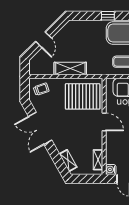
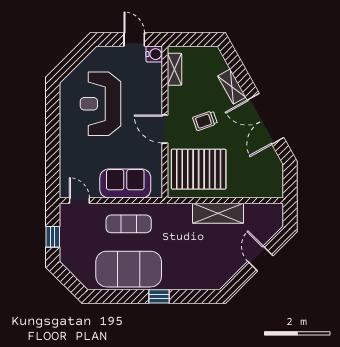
trolley: (41, 89) -> (205, 121), moved
double door: (40, 128) -> (266, 119), swing flipped
shelving: (68, 160) -> (232, 87), moved

